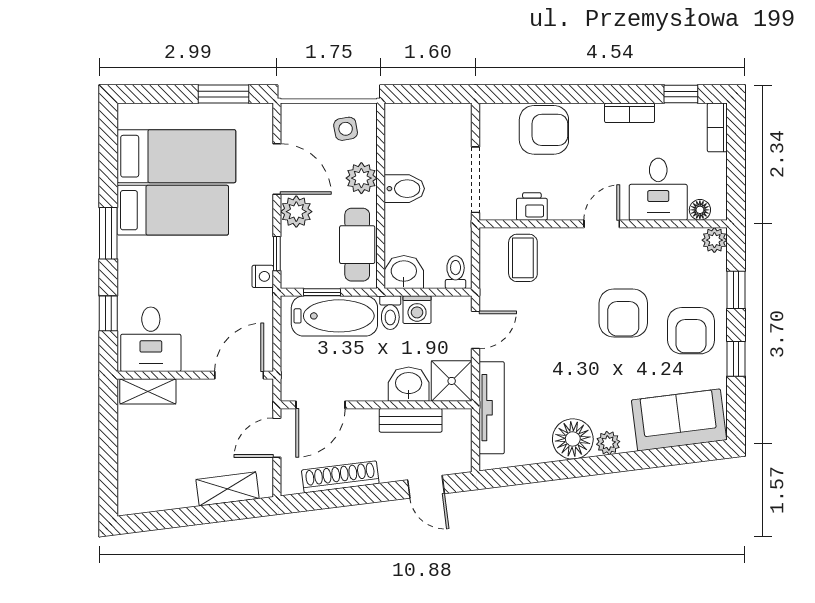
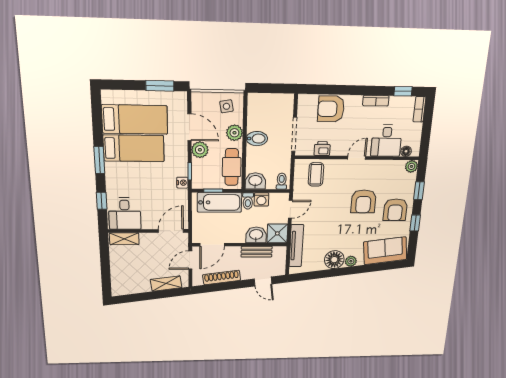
armchair: (544, 130) -> (331, 109), turned 180

